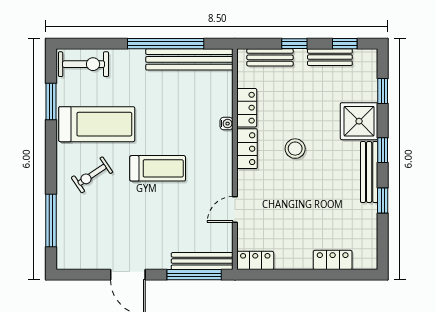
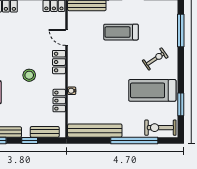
window: (166, 44) -> (134, 140), moved
locker: (247, 149) -> (59, 62), moved
treadmill: (158, 168) -> (121, 32), moved
door: (235, 209) -> (66, 37), swing flipped

